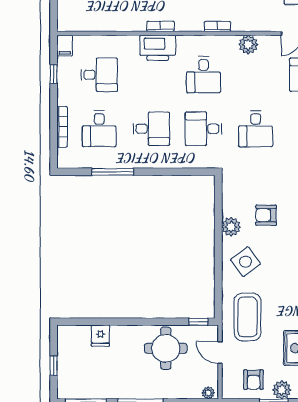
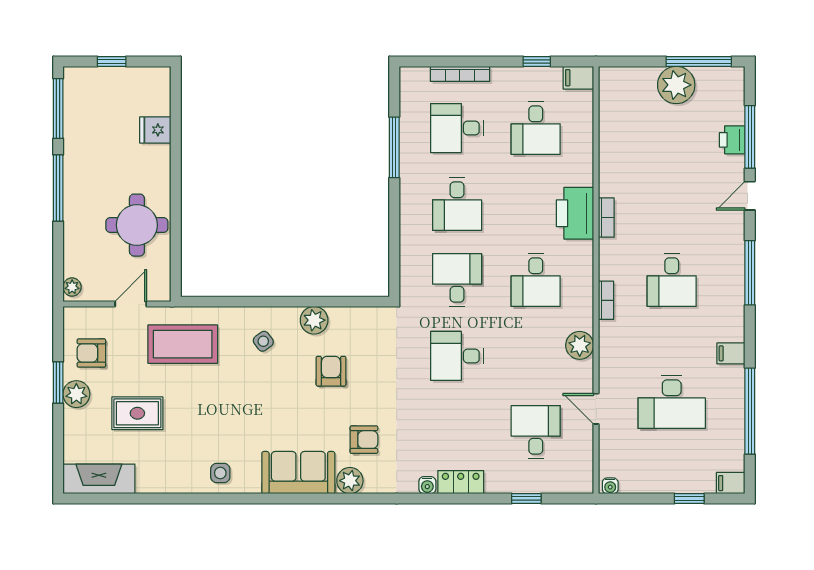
desk: (203, 75) -> (536, 280), turned -90
side table: (245, 262) -> (263, 341), width x0.54, depth x0.54
window: (198, 322) -> (176, 273), removed

